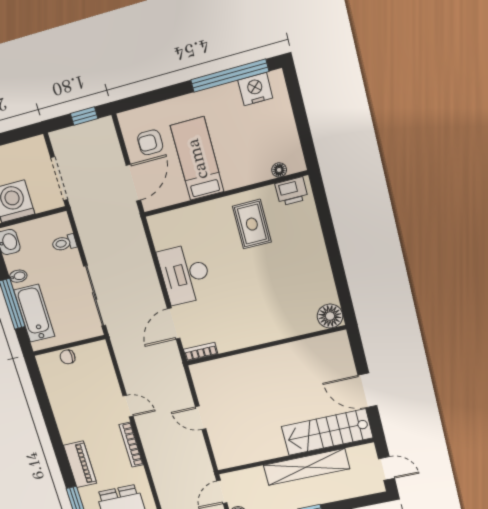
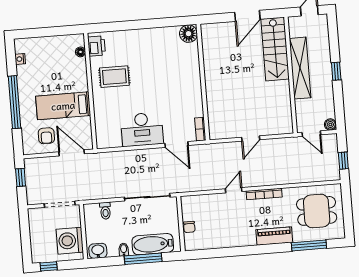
window: (230, 76) -> (14, 102), moved
nightstand: (255, 89) -> (20, 59), width x0.53, depth x0.56

